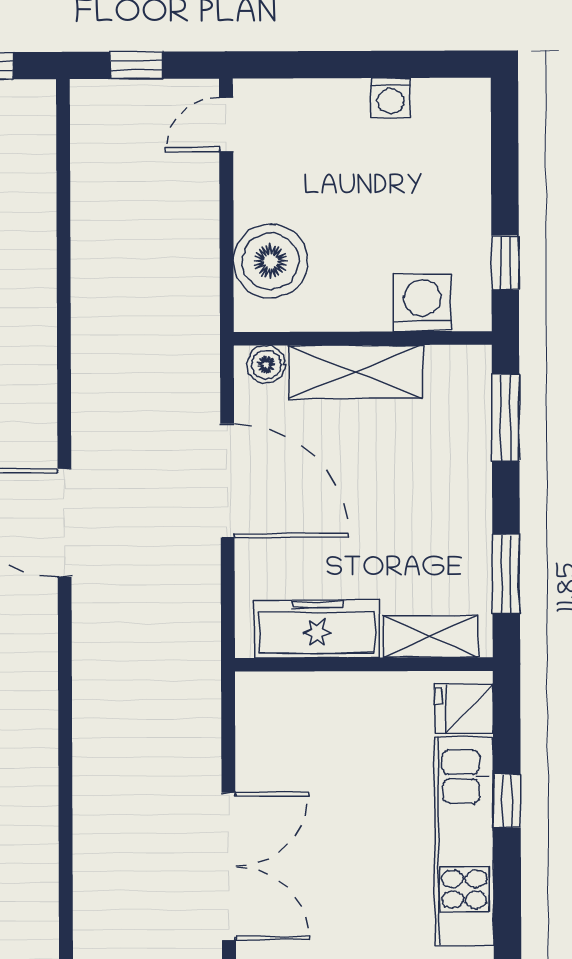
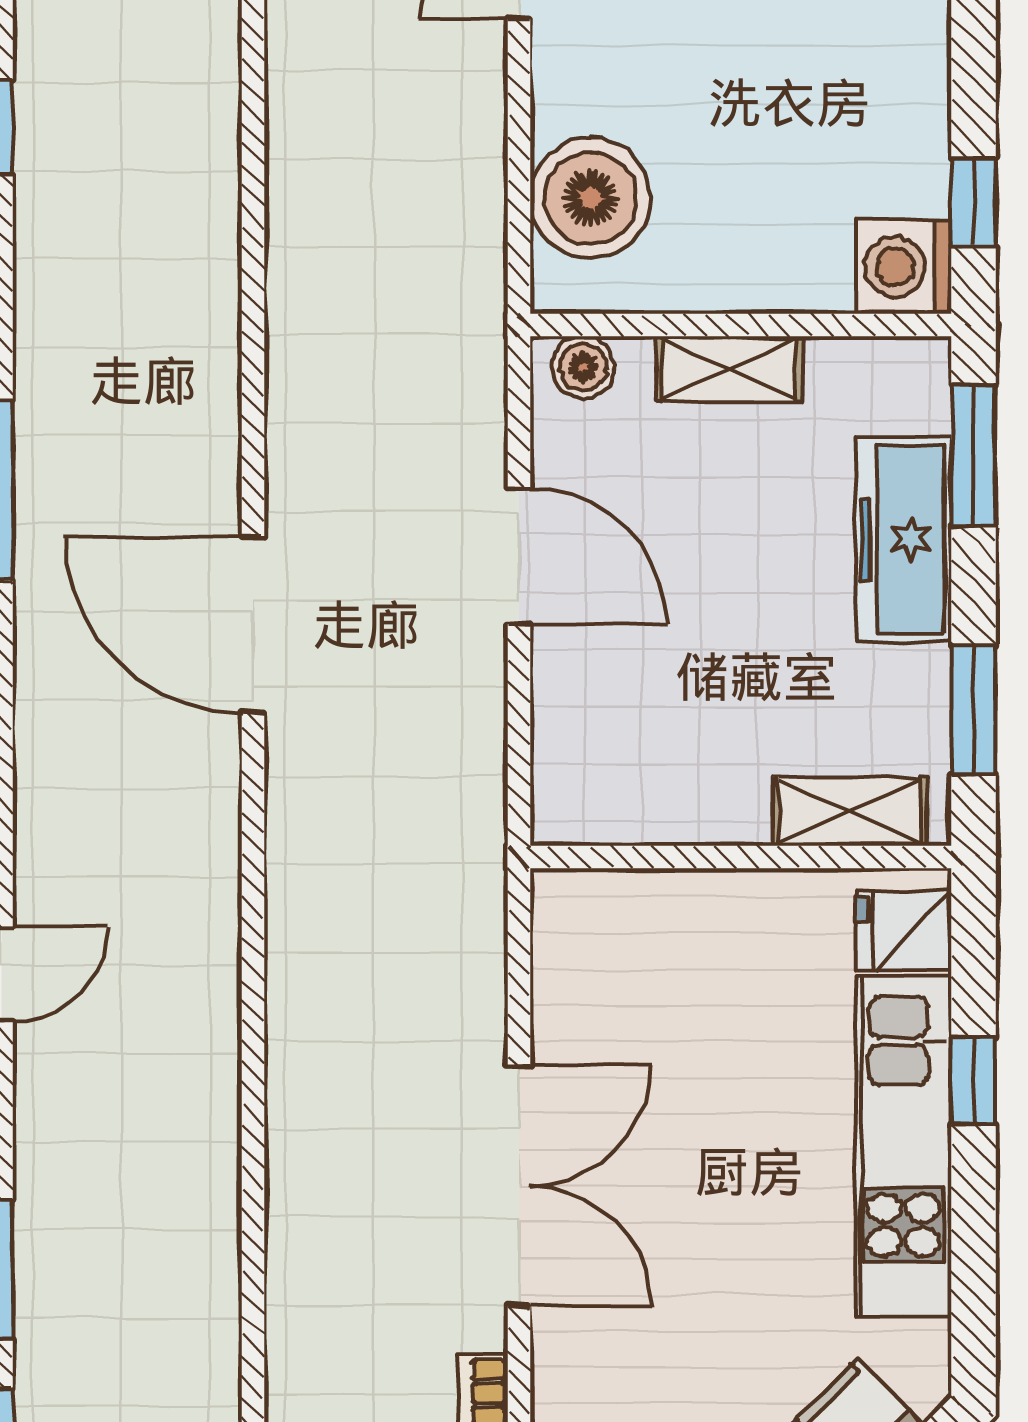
washing machine: (422, 303) -> (904, 267), moved, turned -90
shelving: (356, 372) -> (729, 369), width x0.67, depth x0.75
door: (227, 481) -> (519, 556), width x0.73
freezer: (317, 629) -> (904, 539), moved, turned -90

